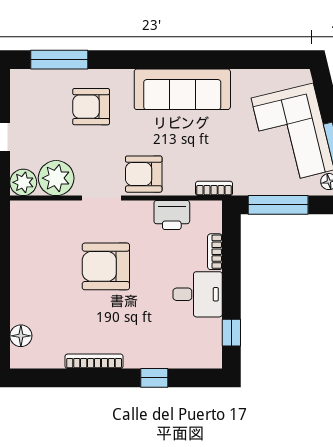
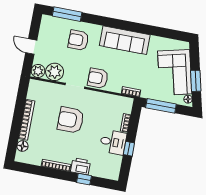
printer: (172, 215) -> (80, 166), moved, turned 180
bookcase: (19, 283) -> (27, 120), added
window: (231, 333) -> (129, 149), moved

